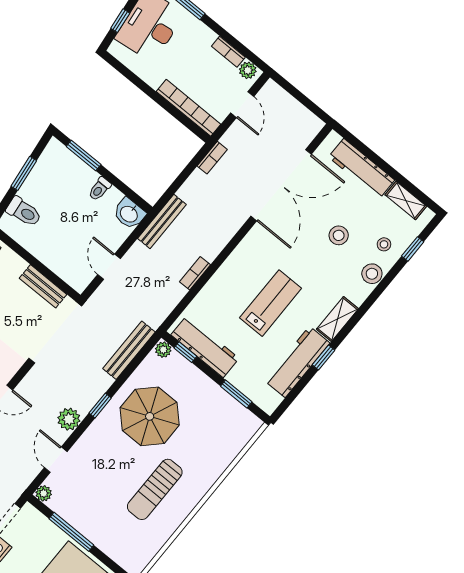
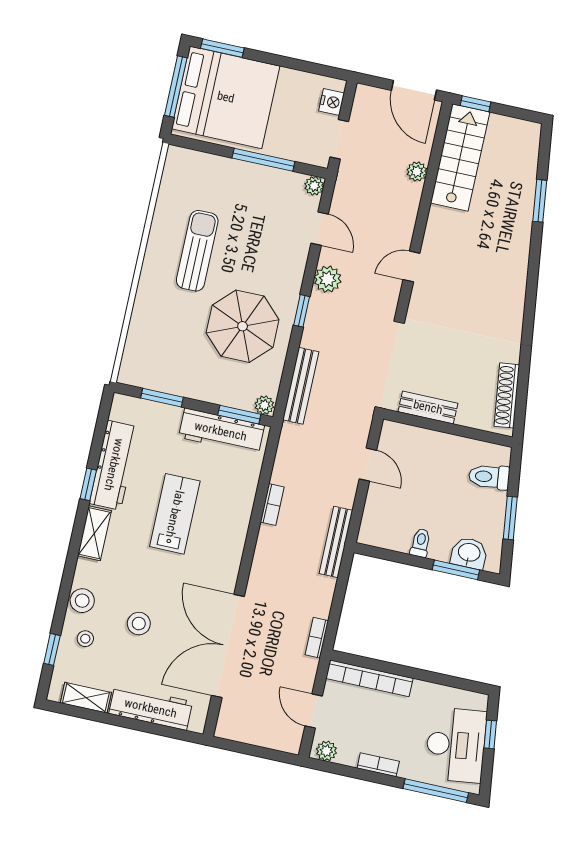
bookcase: (228, 52) -> (378, 765), moved
washbasin: (129, 214) -> (469, 553), moved
lab bench: (271, 303) -> (175, 514), turned 180
window: (185, 352) -> (239, 415), width x1.50

